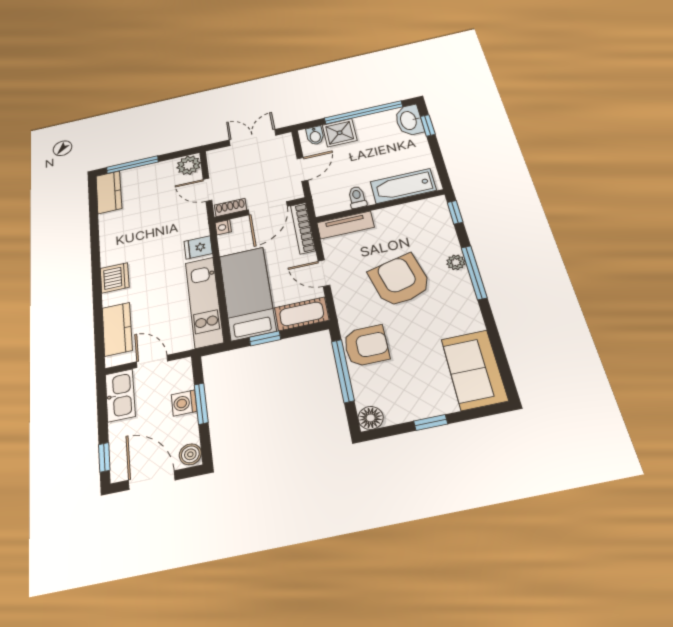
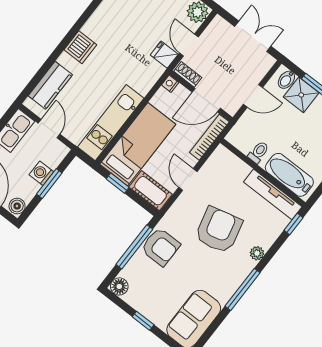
tv unit: (345, 225) -> (273, 194), moved, width x1.41
fridge: (198, 247) -> (164, 55), moved
window: (474, 272) -> (242, 289), moved

